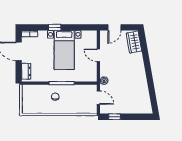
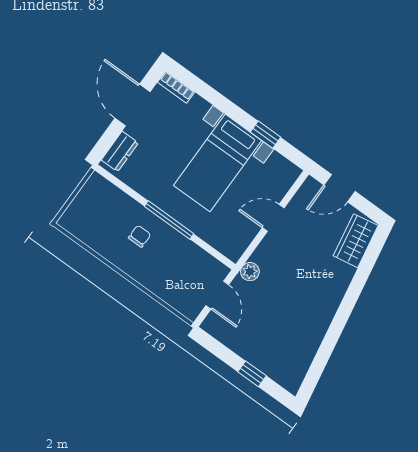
window: (55, 27) -> (266, 135), moved
door: (98, 55) -> (273, 218), hinge flipped
window: (115, 117) -> (252, 374), moved

